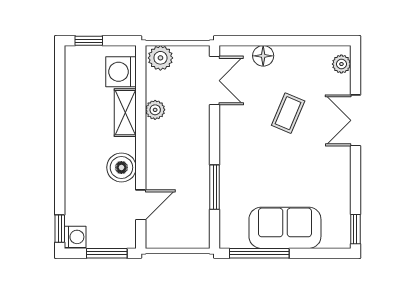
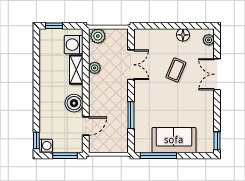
floor lamp: (263, 56) -> (183, 35), moved
double door: (215, 81) -> (131, 65), moved

